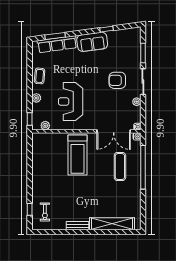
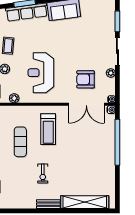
armchair: (117, 80) -> (86, 79), moved
treadmill: (77, 155) -> (48, 129), width x0.73, depth x0.73
exercise mat: (120, 167) -> (20, 142), moved
exercise bike: (45, 212) -> (43, 173), moved

